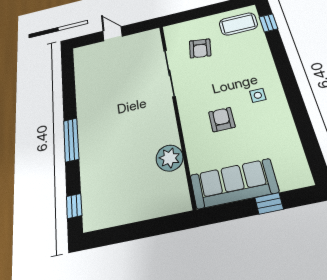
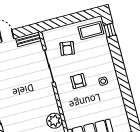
bench: (143, 38) -> (28, 39), added
armchair: (222, 120) -> (78, 81), moved

